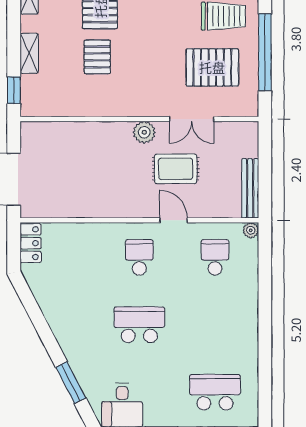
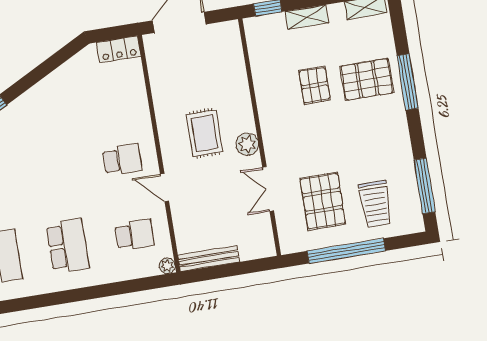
pallet: (97, 57) -> (314, 85), turned 90
rug: (176, 169) -> (205, 133), moved
door: (173, 220) -> (165, 188), swing flipped
school desk: (139, 325) -> (68, 246), moved

